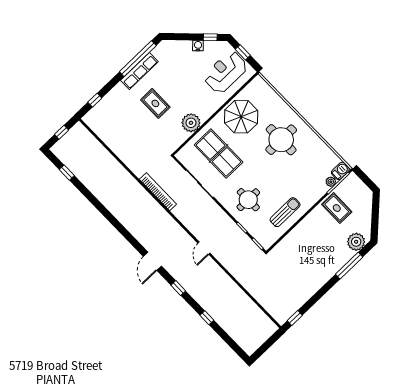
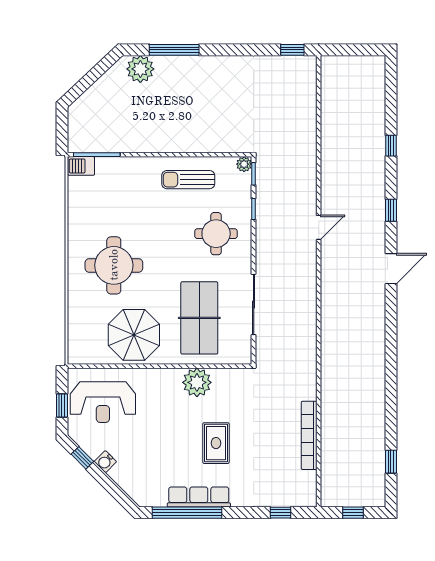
plant: (331, 182) -> (244, 164), moved
bookcase: (158, 192) -> (309, 435), moved
rug: (337, 208) -> (126, 128), removed

